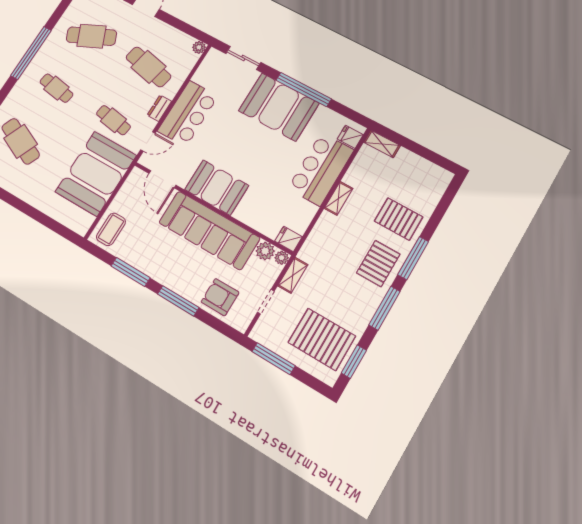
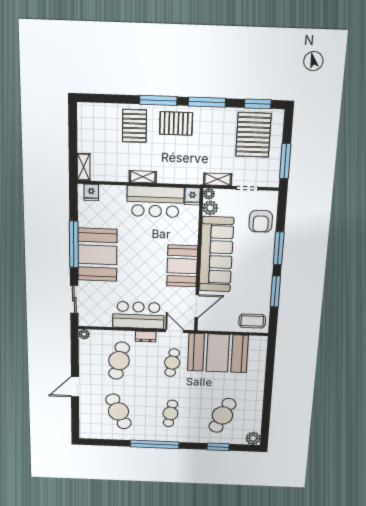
bar counter: (321, 169) -> (155, 202), moved

